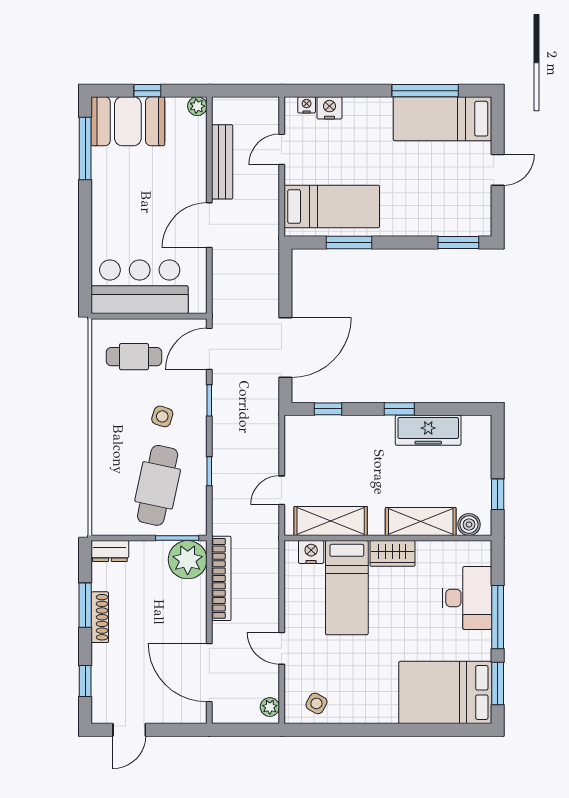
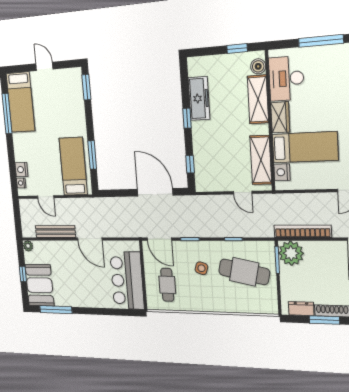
dresser: (110, 551) -> (301, 309), moved, turned -90
desk: (467, 598) -> (286, 78), moved, turned -90

